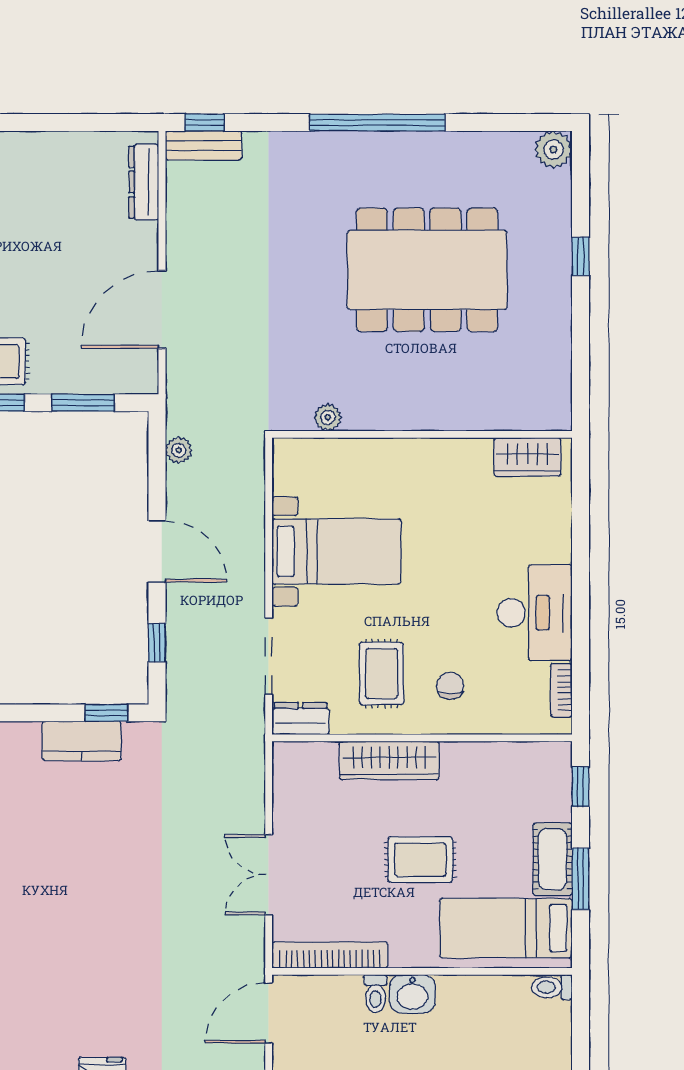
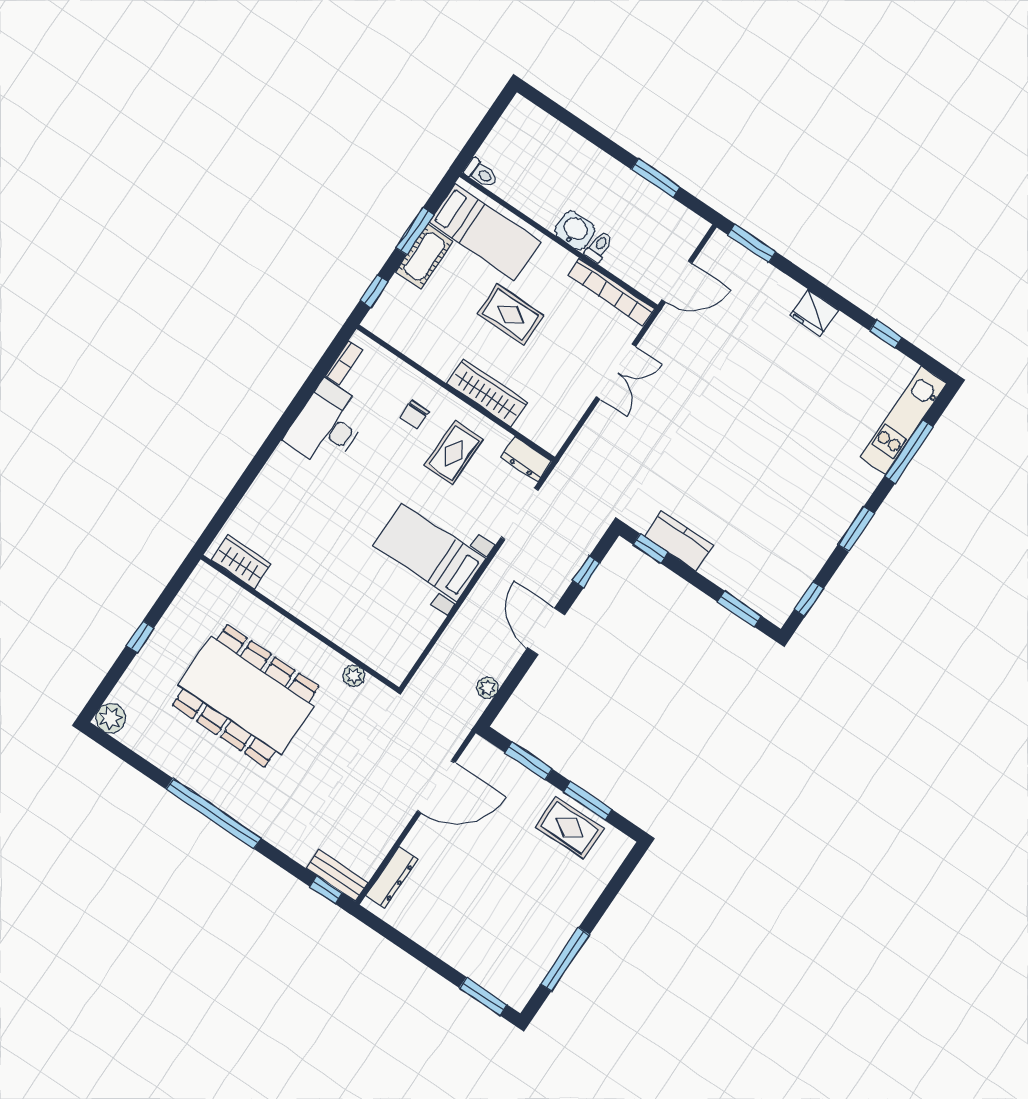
plant: (328, 417) -> (354, 676), moved
wall: (422, 434) -> (300, 623), moved
wardrobe: (528, 457) -> (241, 562), moved

